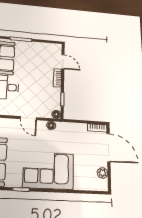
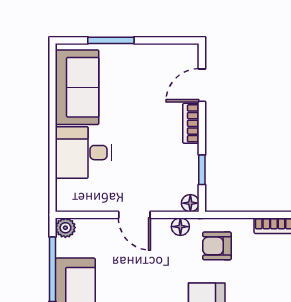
door: (63, 62) -> (202, 85), swing flipped
armchair: (69, 136) -> (217, 246), added

